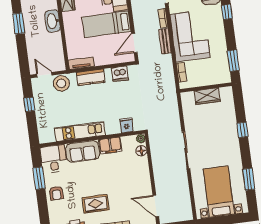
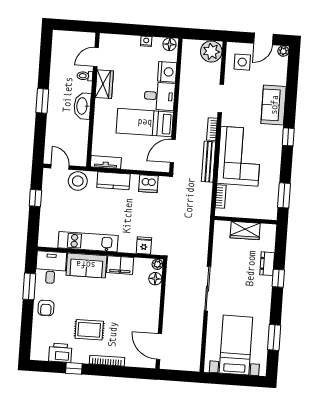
bench: (165, 41) -> (209, 162), width x1.36
dresser: (231, 120) -> (267, 264), added

